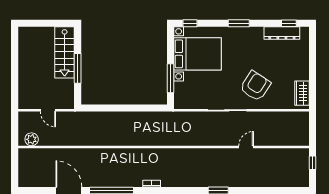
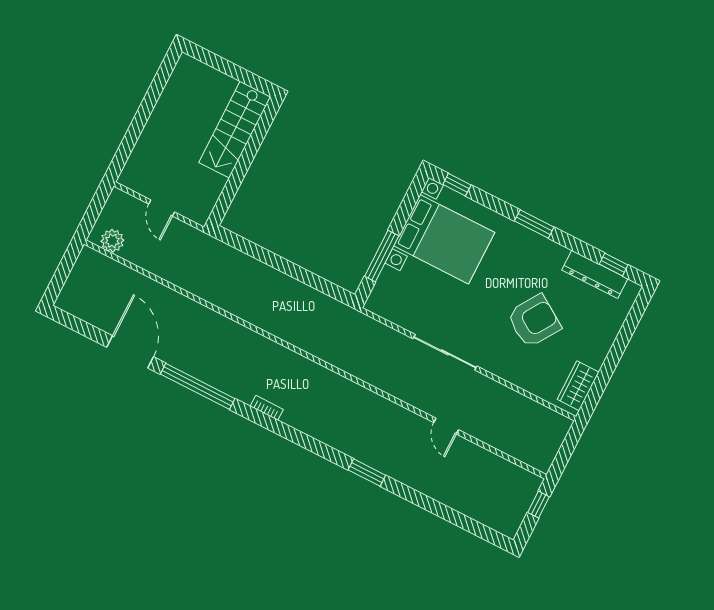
window: (78, 68) -> (243, 166), removed
armchair: (255, 86) -> (534, 321), moved
door: (246, 147) -> (446, 426), swing flipped

